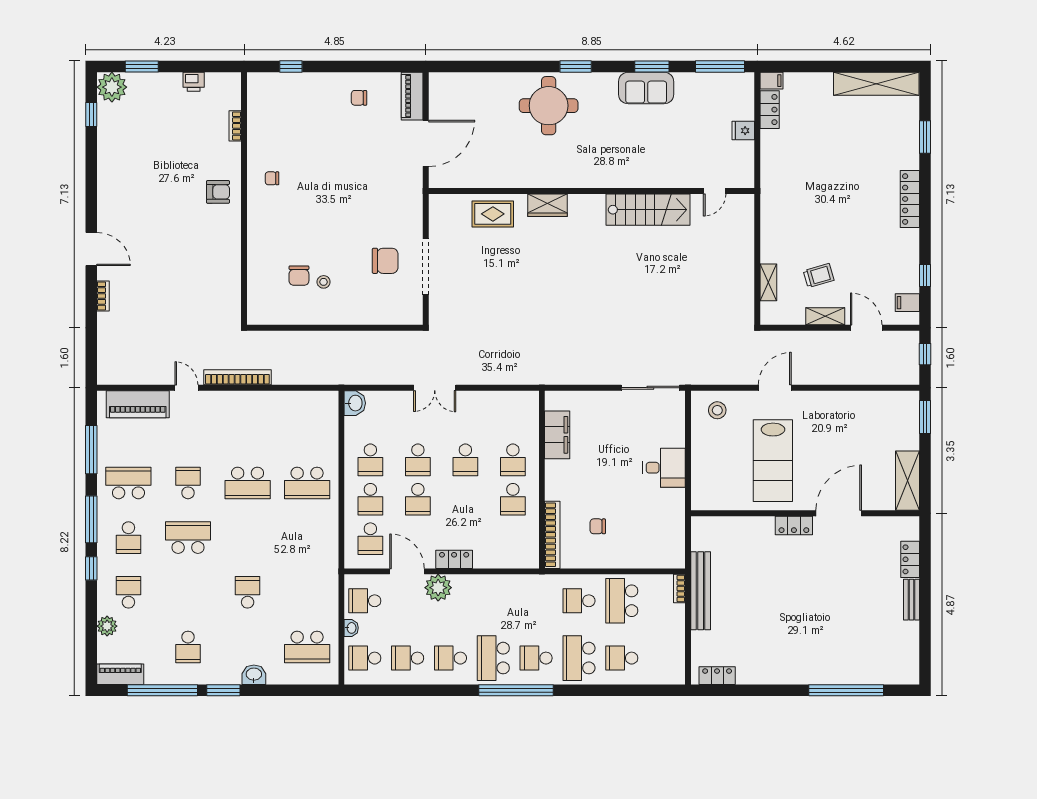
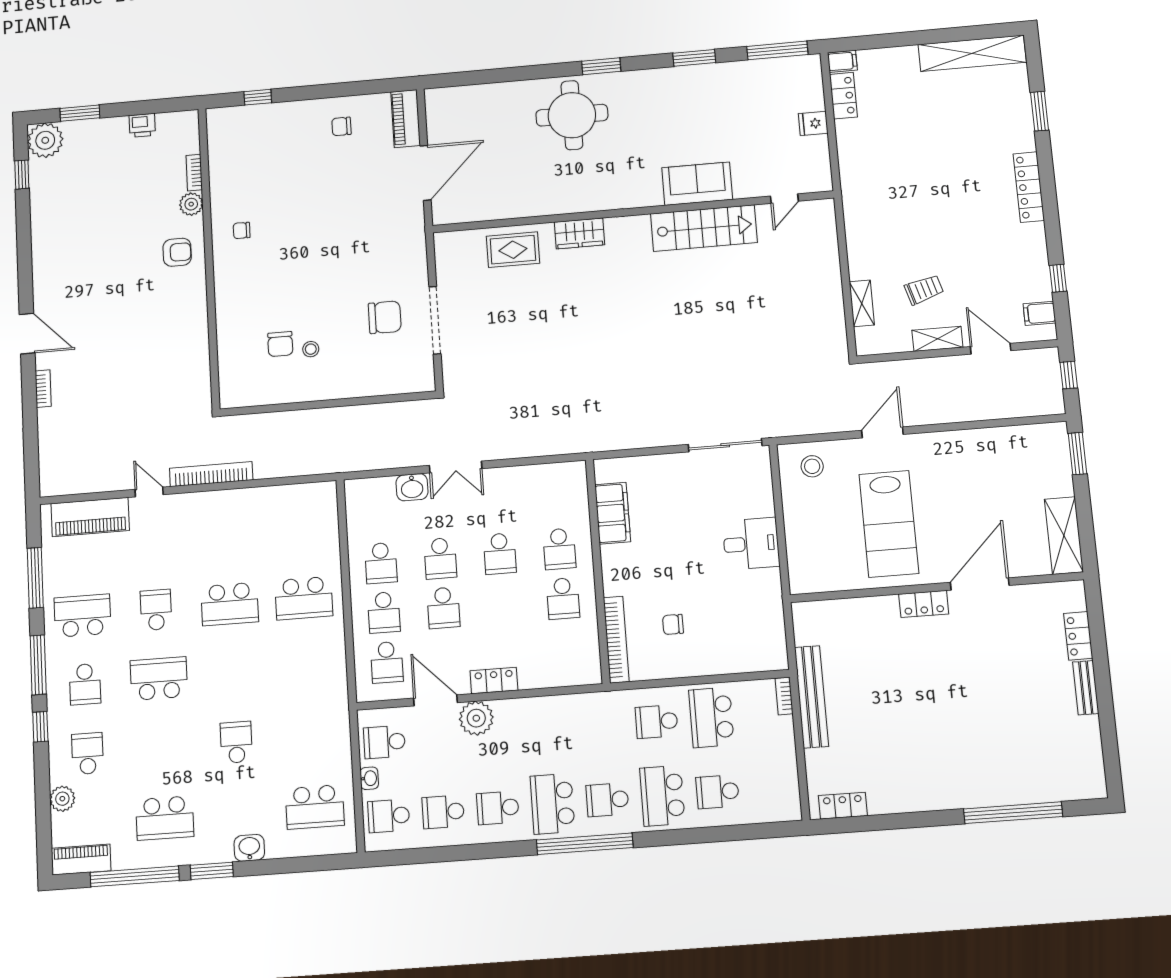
sofa: (646, 88) -> (697, 184), moved, turned 180
plant: (231, 152) -> (191, 204), added
washbasin: (355, 403) -> (412, 487), moved, turned 90
school desk: (188, 647) -> (165, 818), width x1.85

